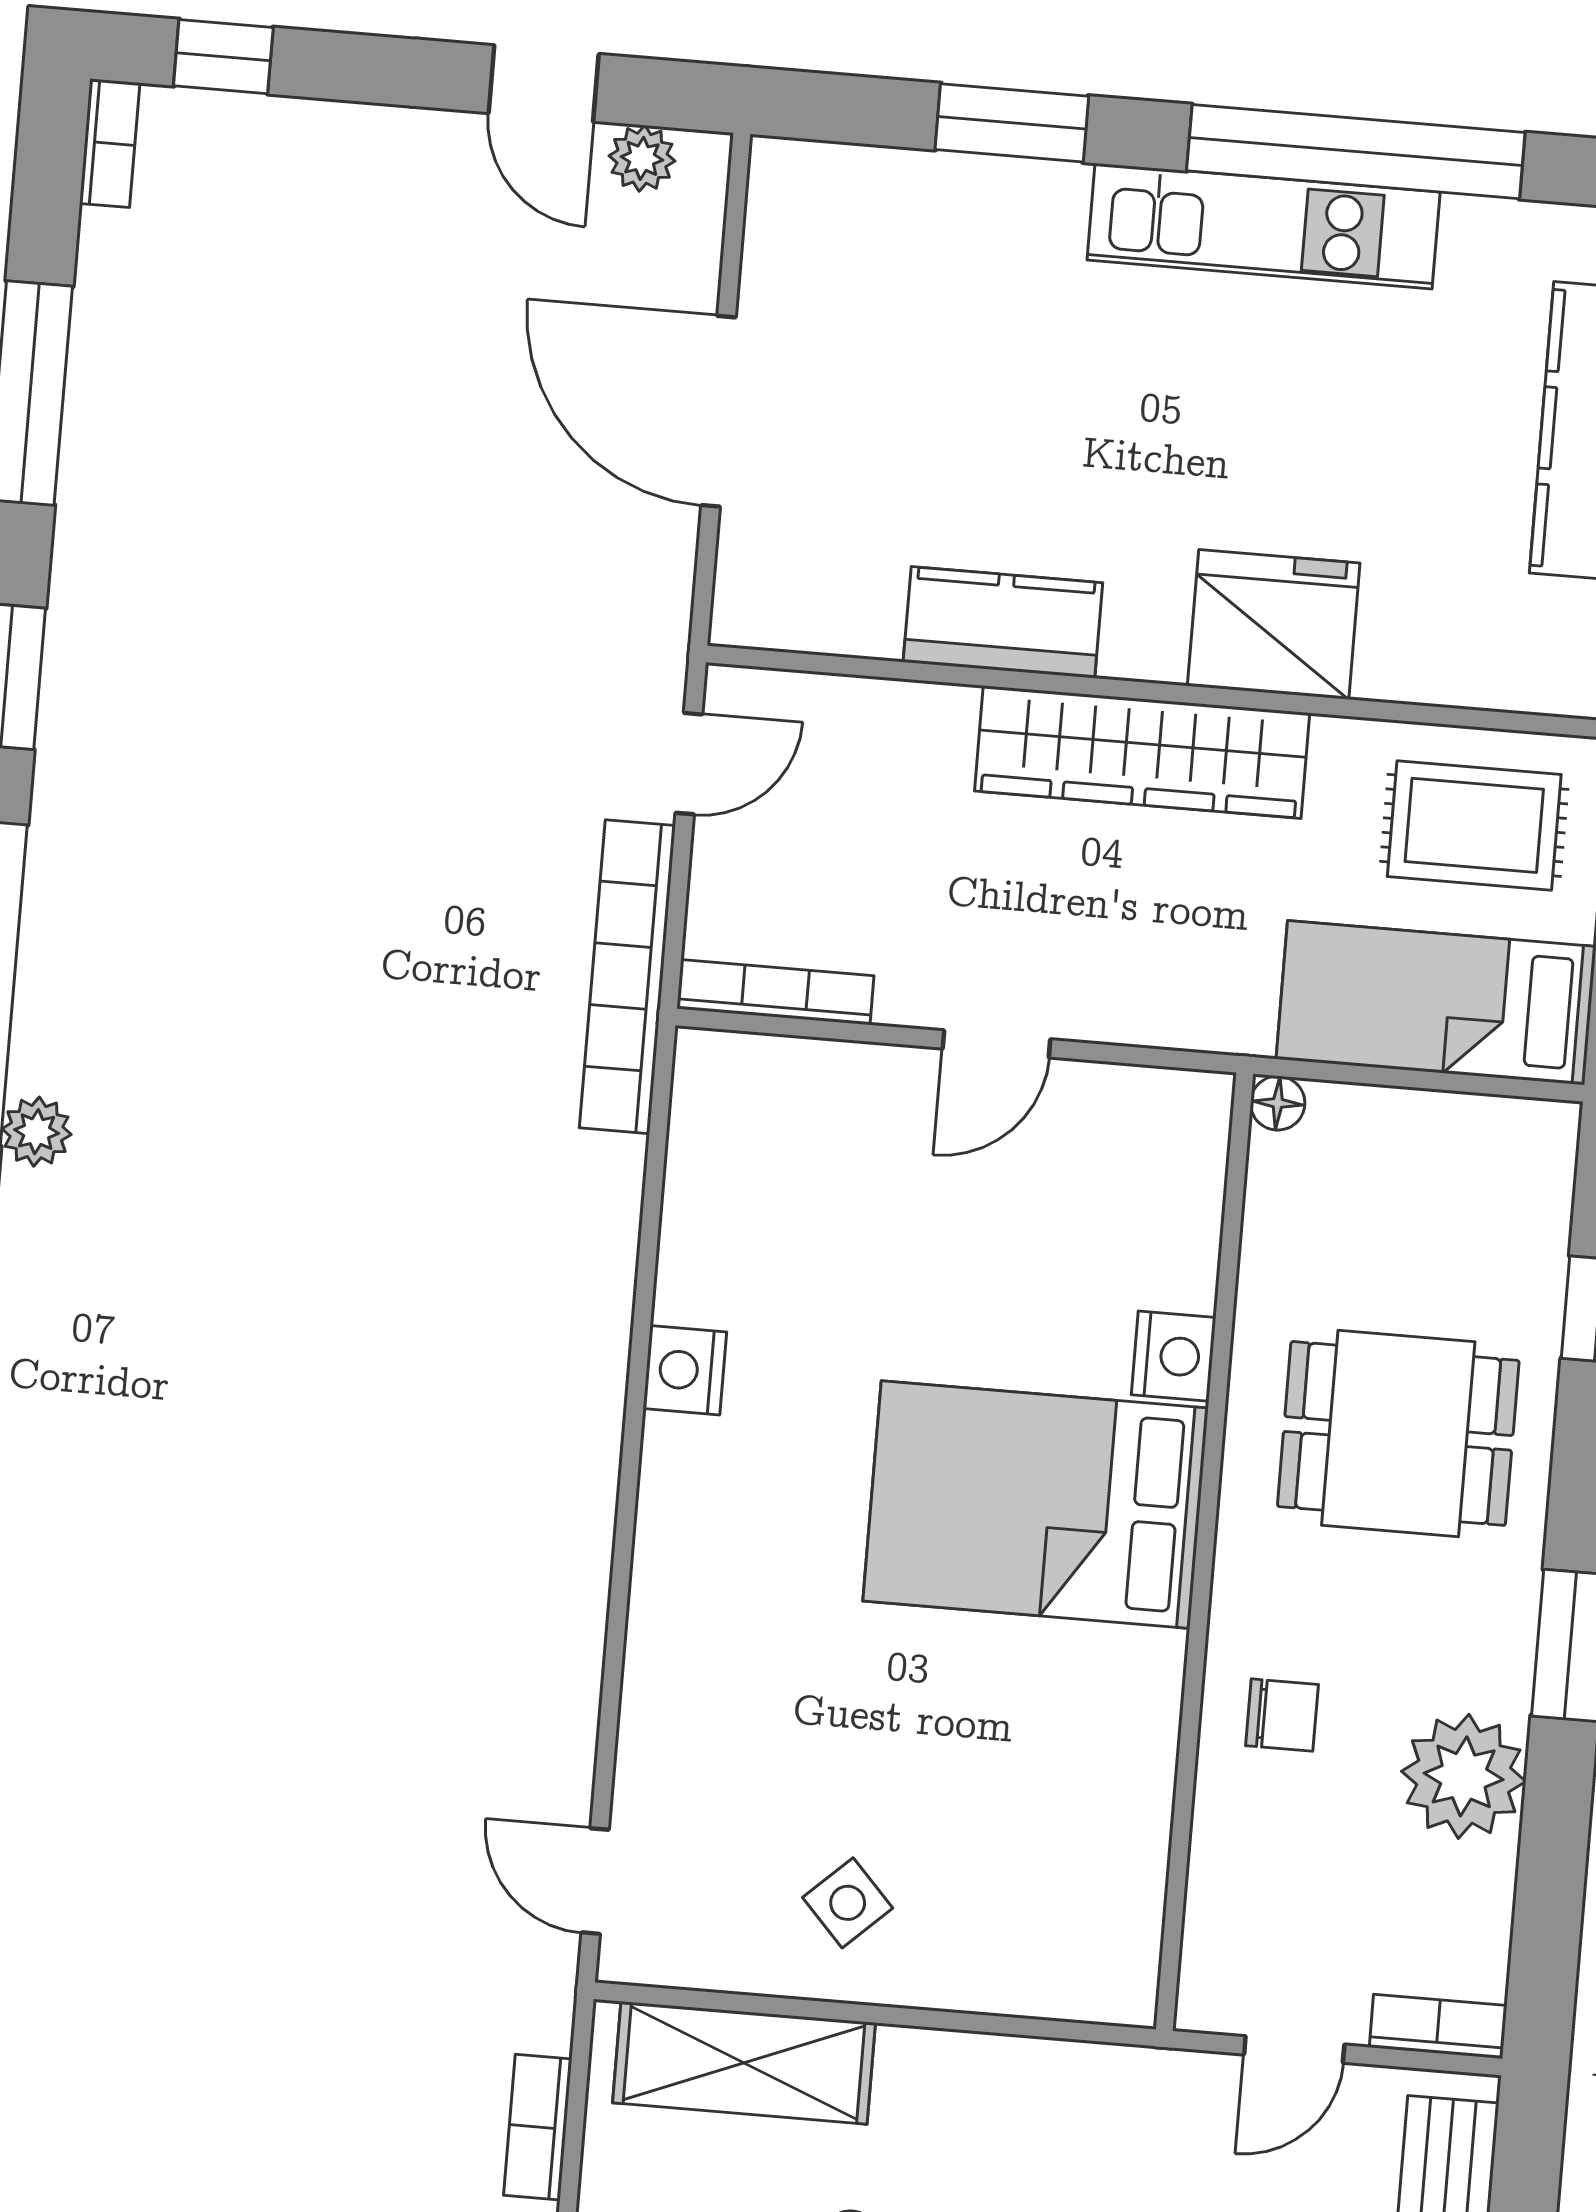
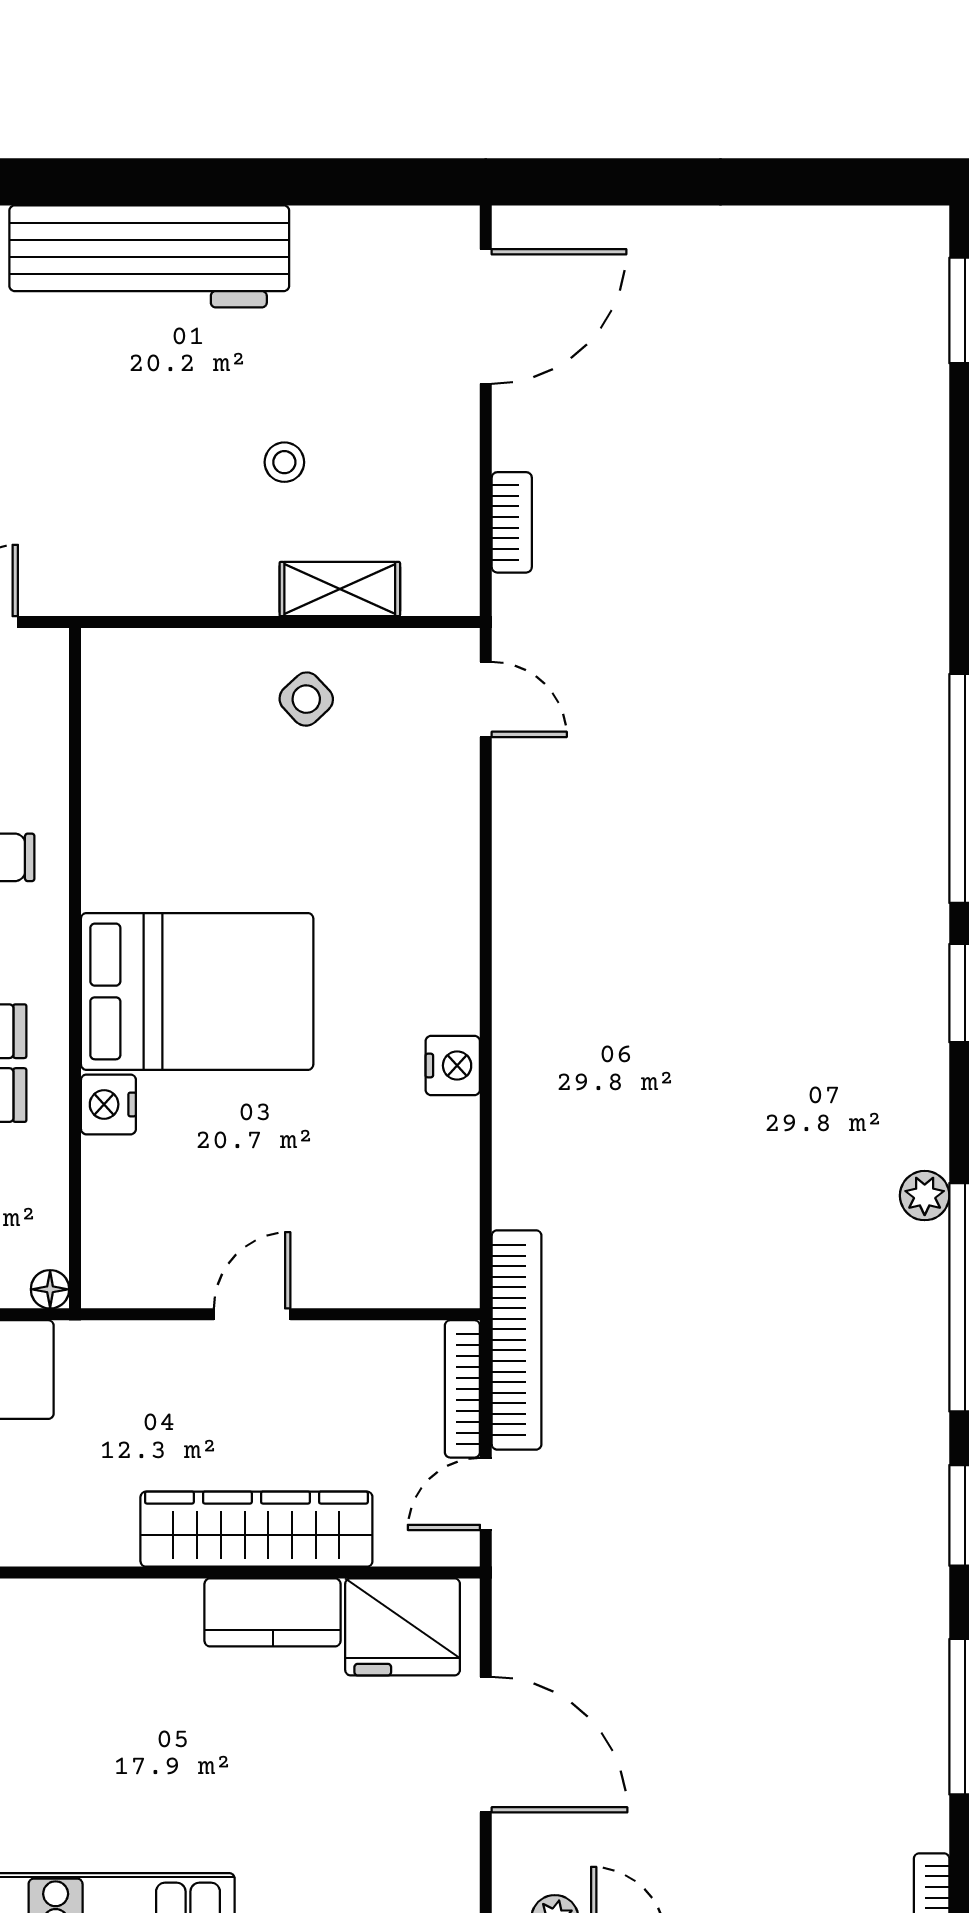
fridge: (1274, 624) -> (403, 1627), moved
wardrobe: (1142, 752) -> (256, 1529), moved
bookcase: (775, 992) -> (462, 1389), moved, turned 90
shelving: (744, 2063) -> (340, 589), width x0.67, depth x0.75

